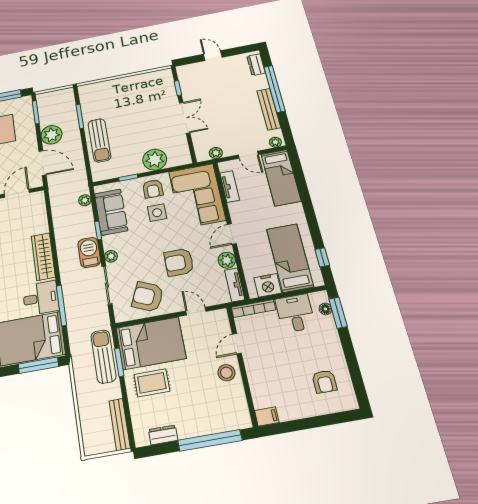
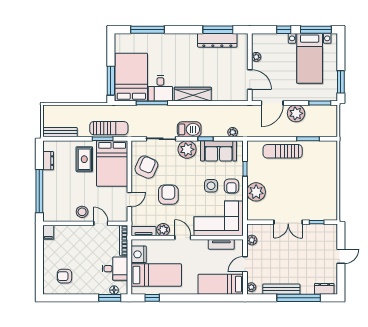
armchair: (153, 189) -> (231, 186), turned -90
plant: (111, 256) -> (187, 149), width x1.88, depth x1.88

